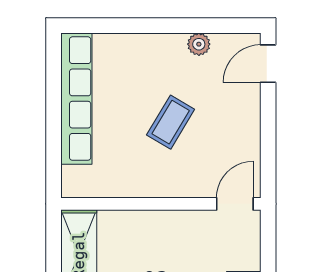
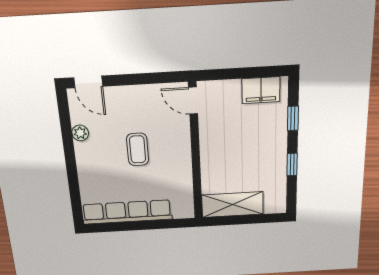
coffee table: (171, 122) -> (138, 149), turned 59

